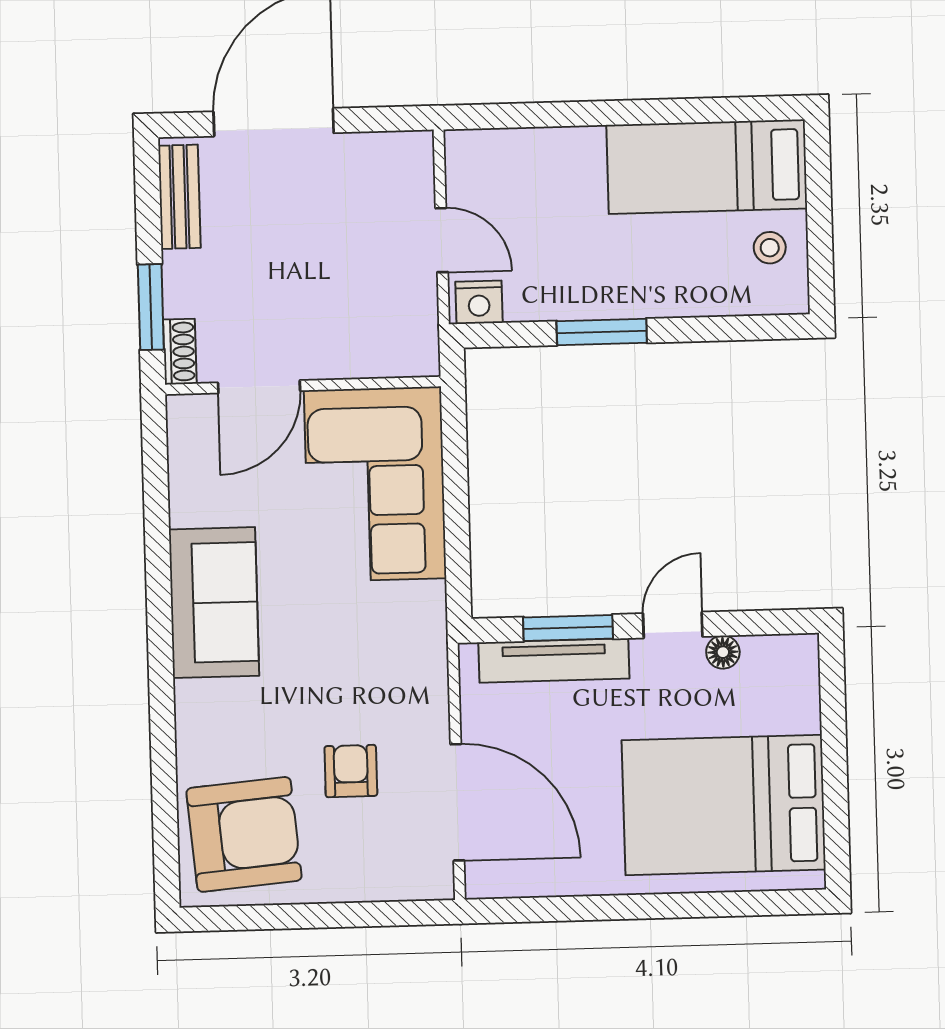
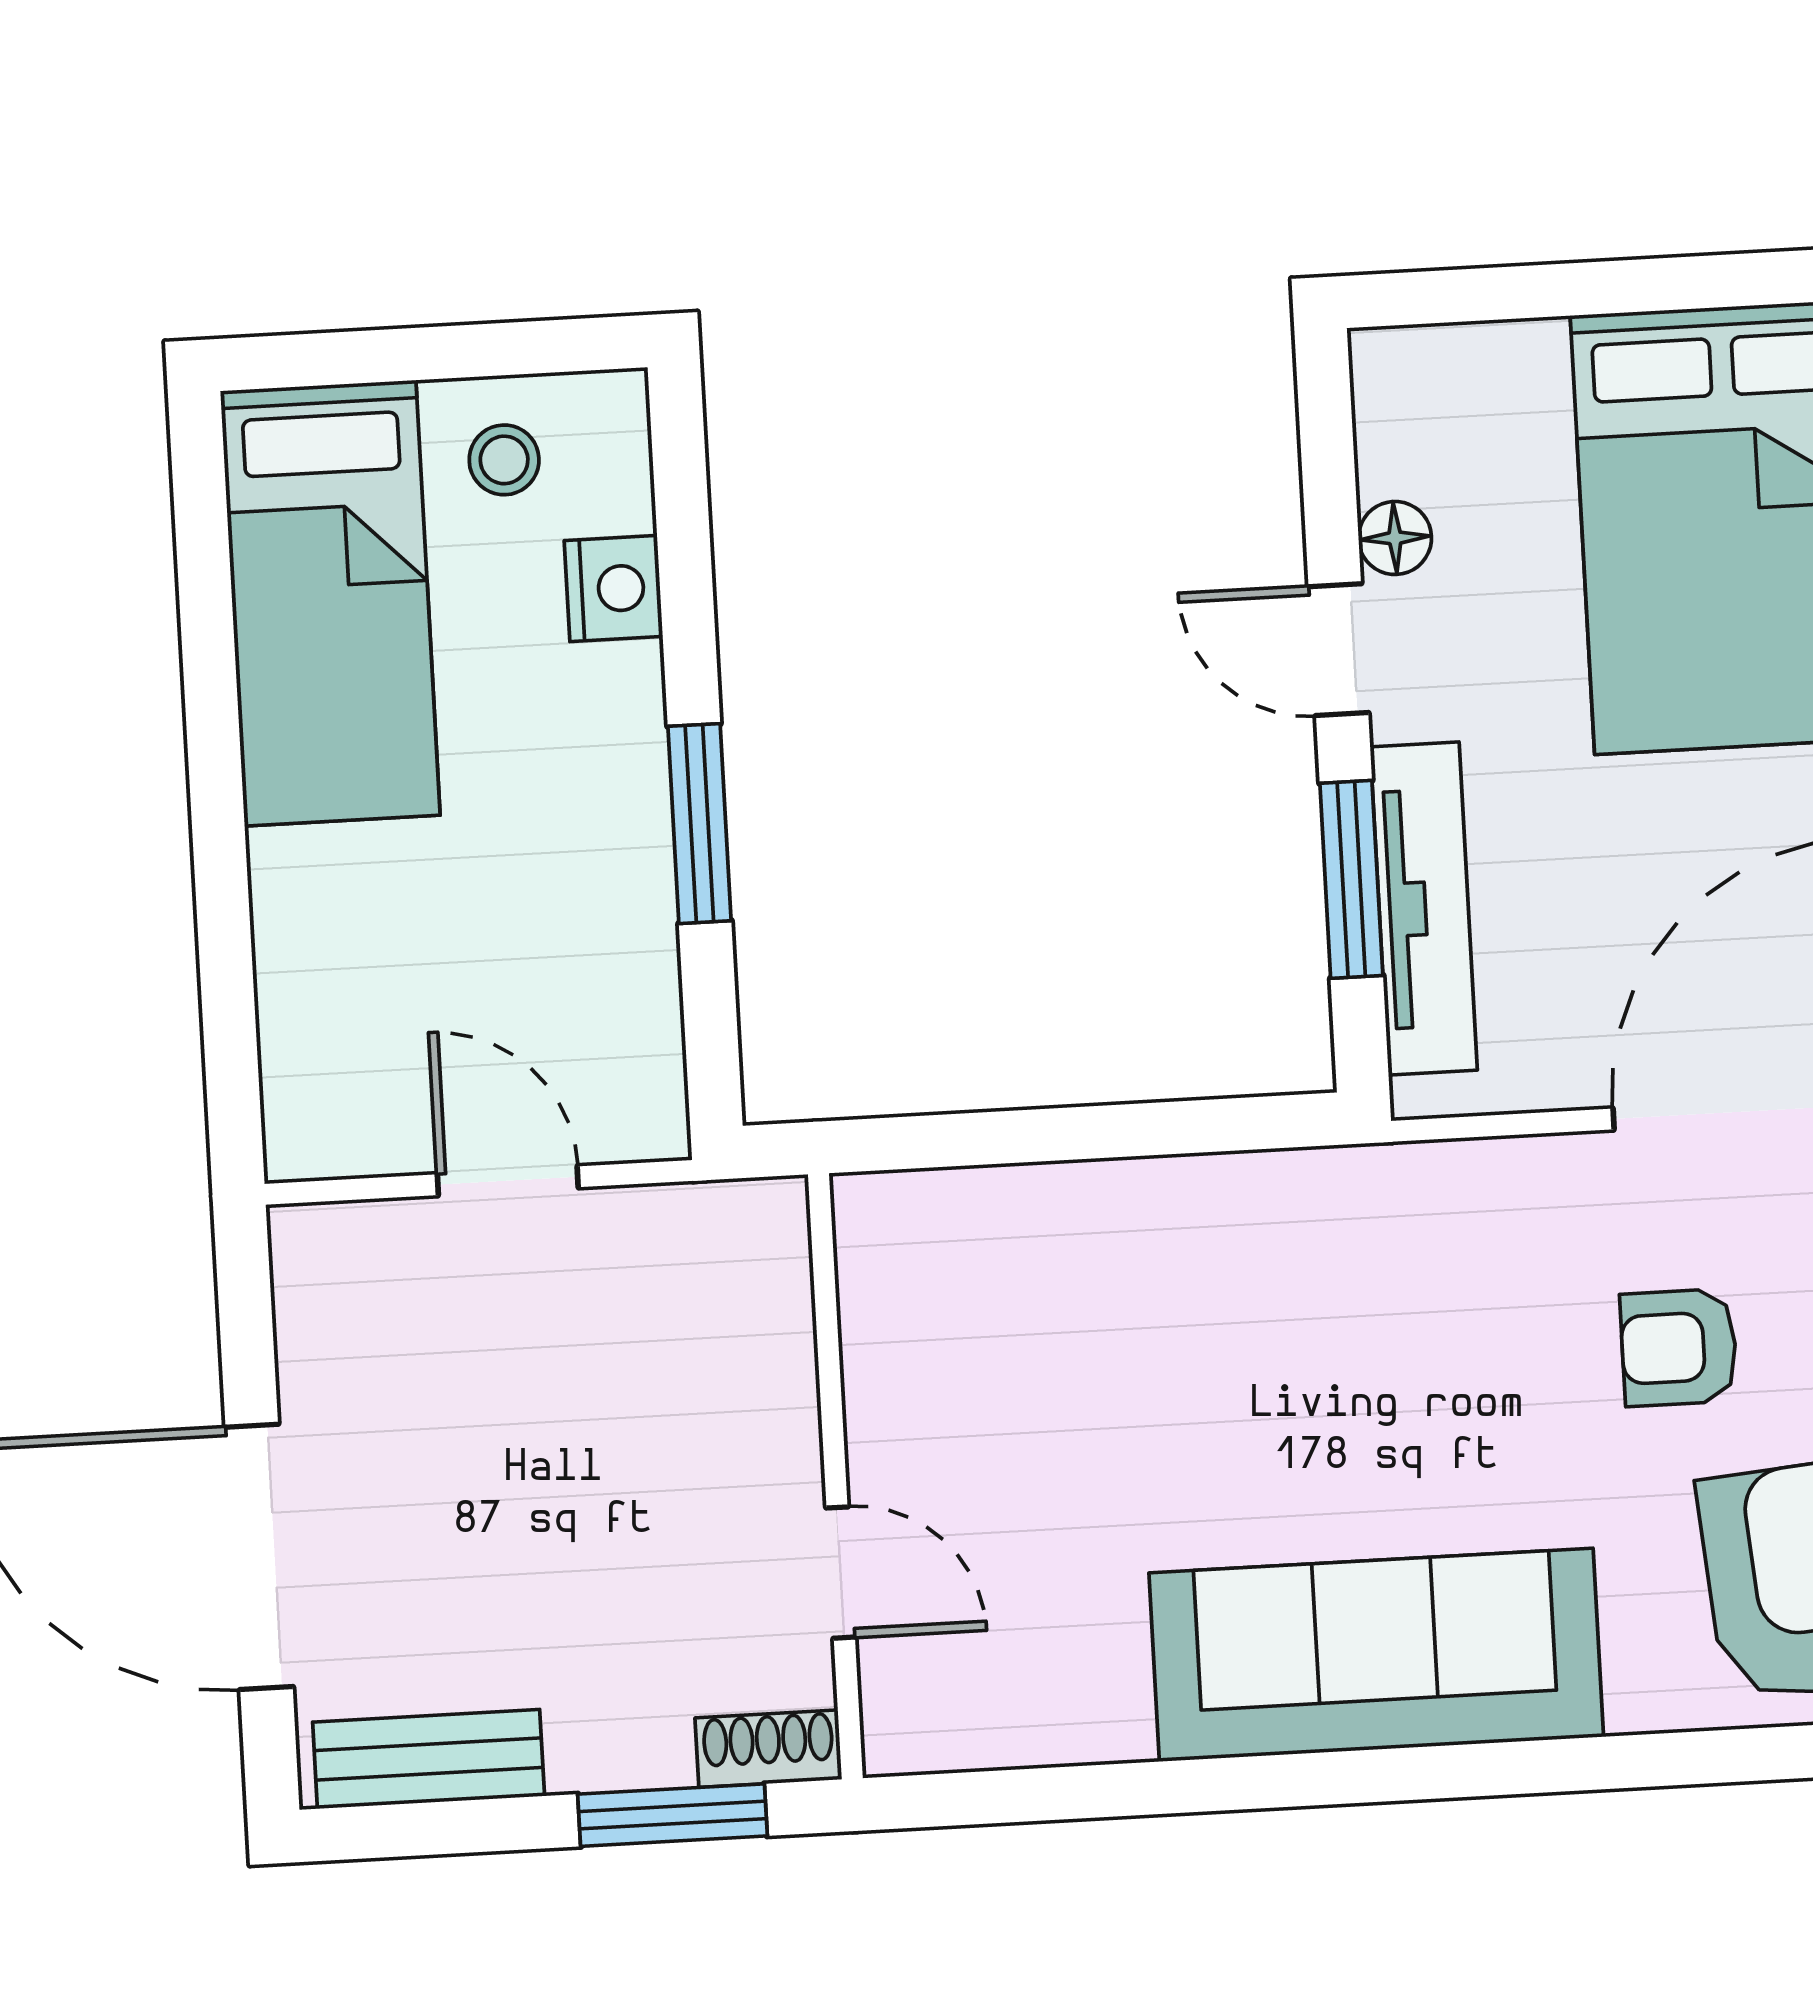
door: (442, 240) -> (508, 1181), hinge flipped
nightstand: (479, 302) -> (614, 589), moved
door: (259, 387) -> (841, 1573), width x0.73
corner sofa: (375, 484) -> (1048, 1312), removed
sofa: (214, 603) -> (1376, 1655), width x1.36

